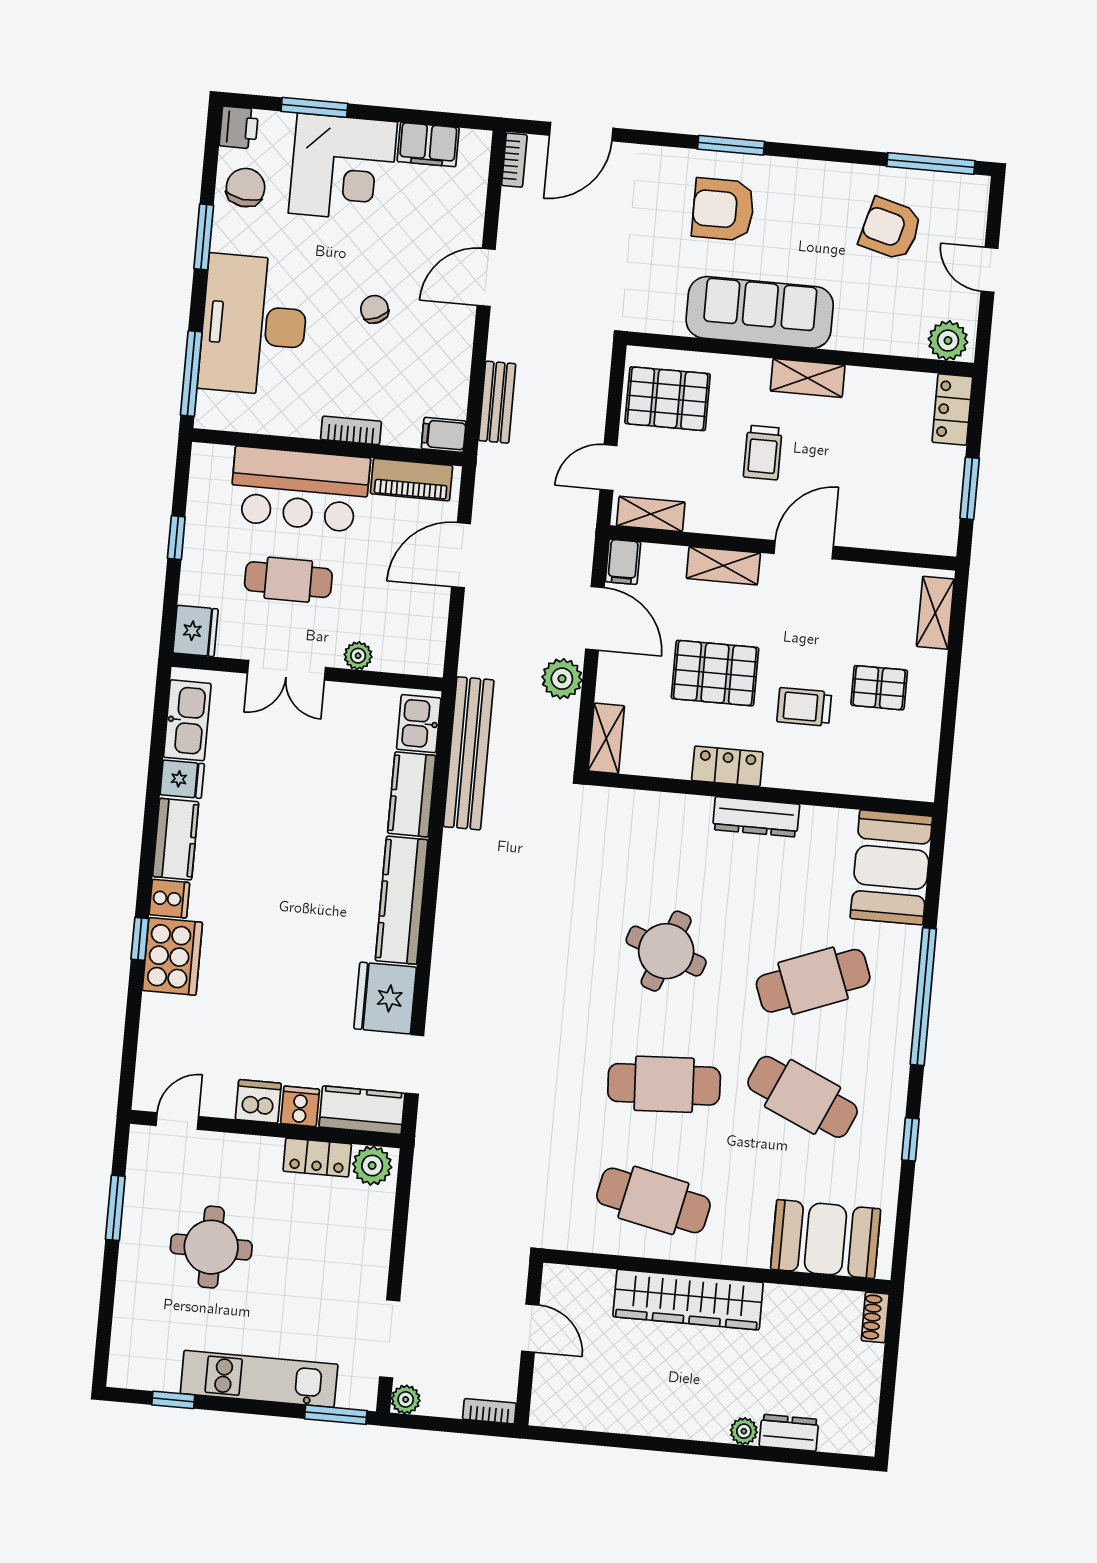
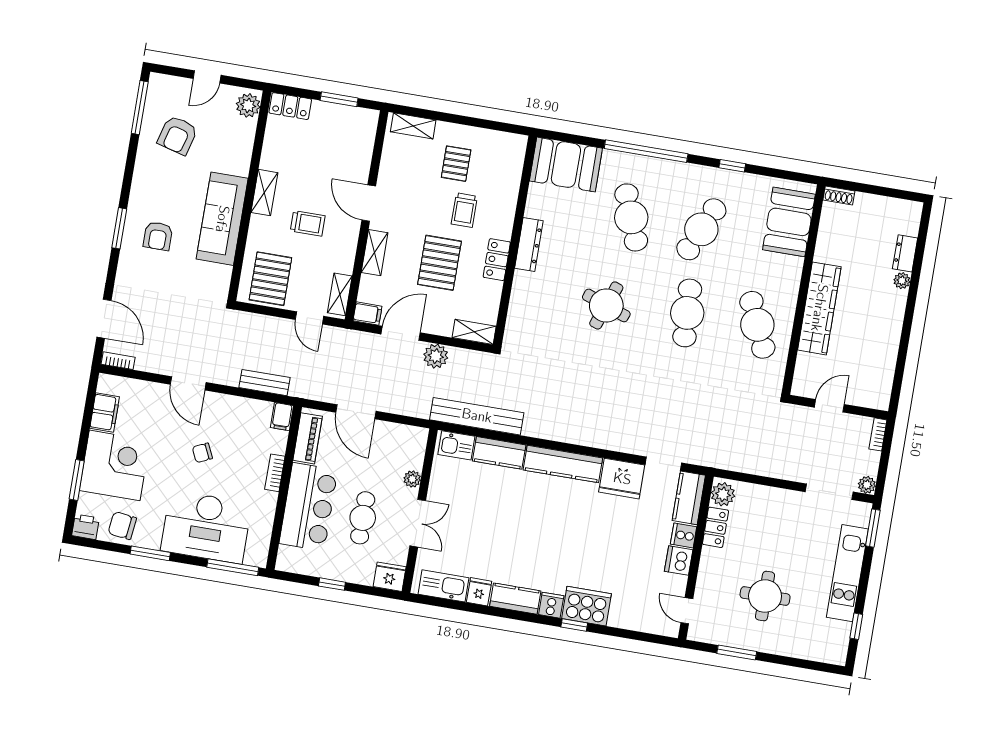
armchair: (723, 209) -> (158, 236), width x0.72, depth x0.72
cafe table: (653, 1200) -> (757, 325), turned -36

